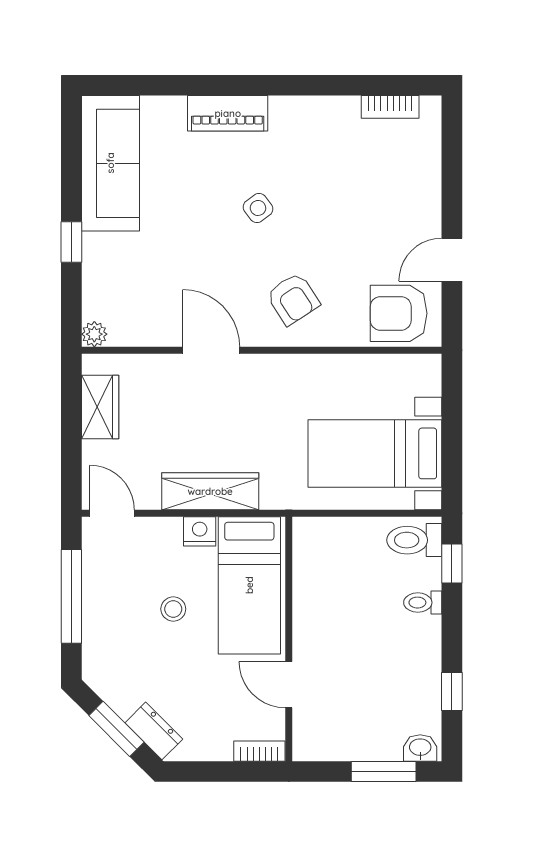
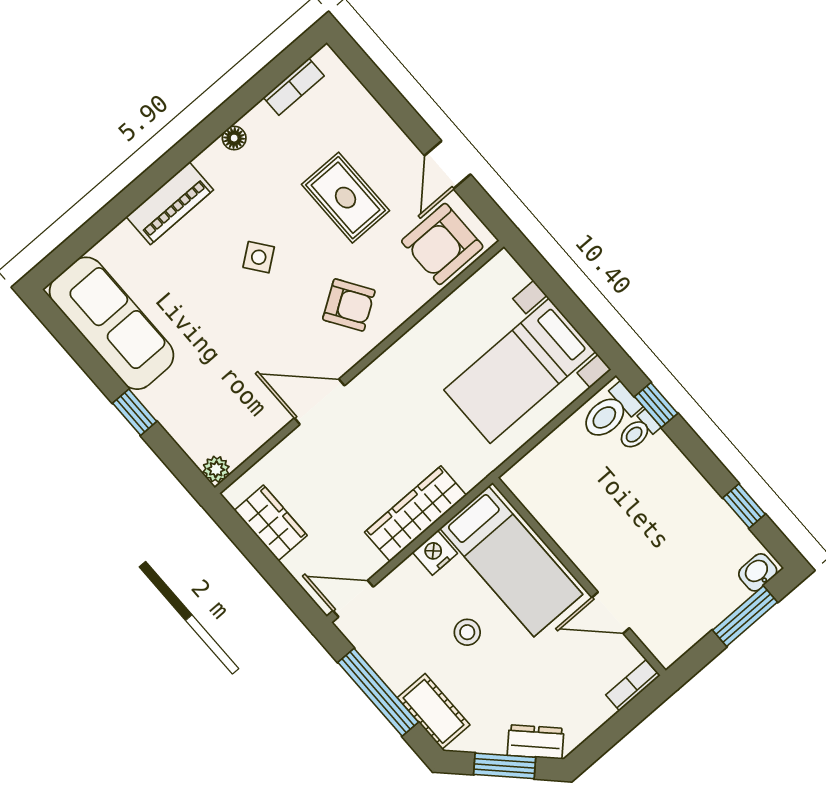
floor lamp: (315, 107) -> (234, 138), added
rug: (358, 219) -> (345, 198), added
toilet: (423, 603) -> (638, 431), moved
cot: (99, 645) -> (434, 711), added

